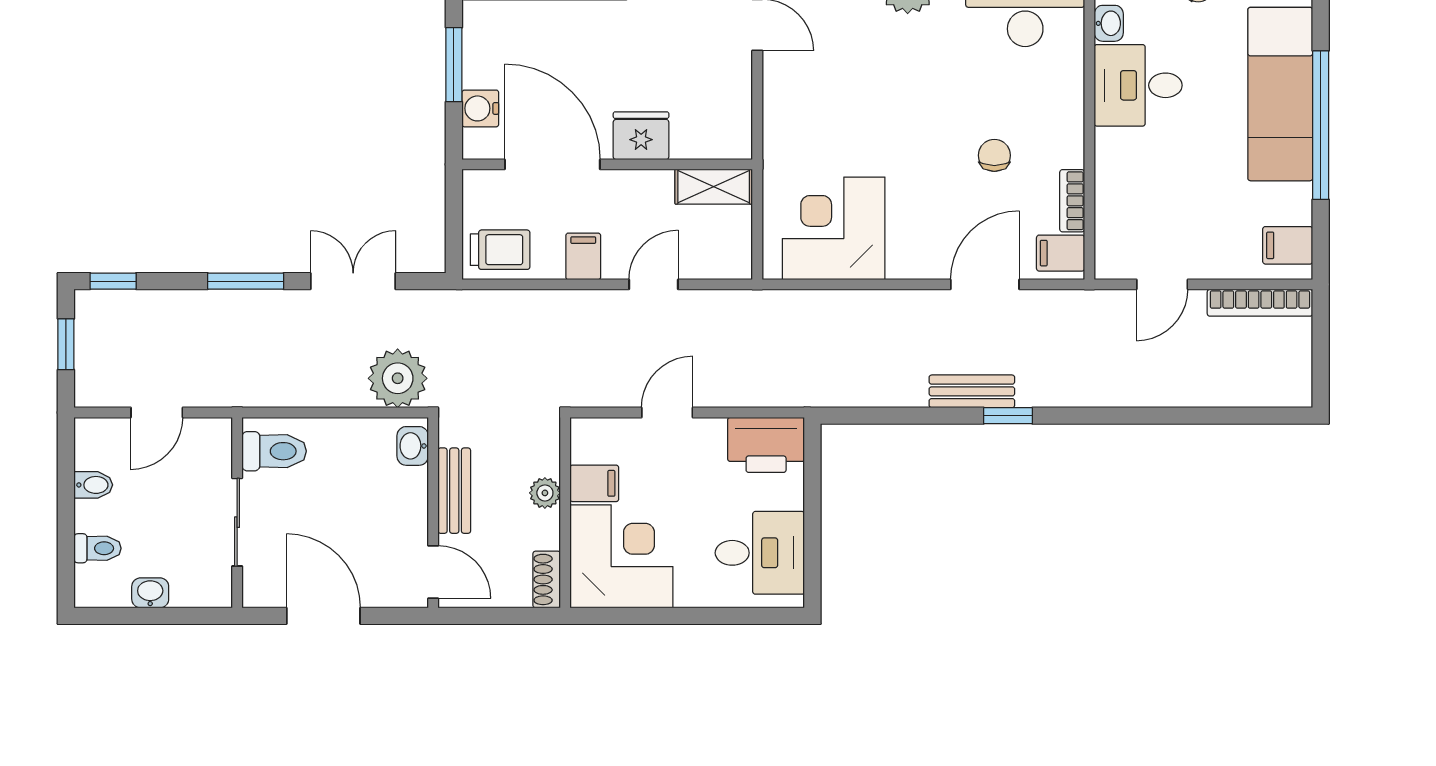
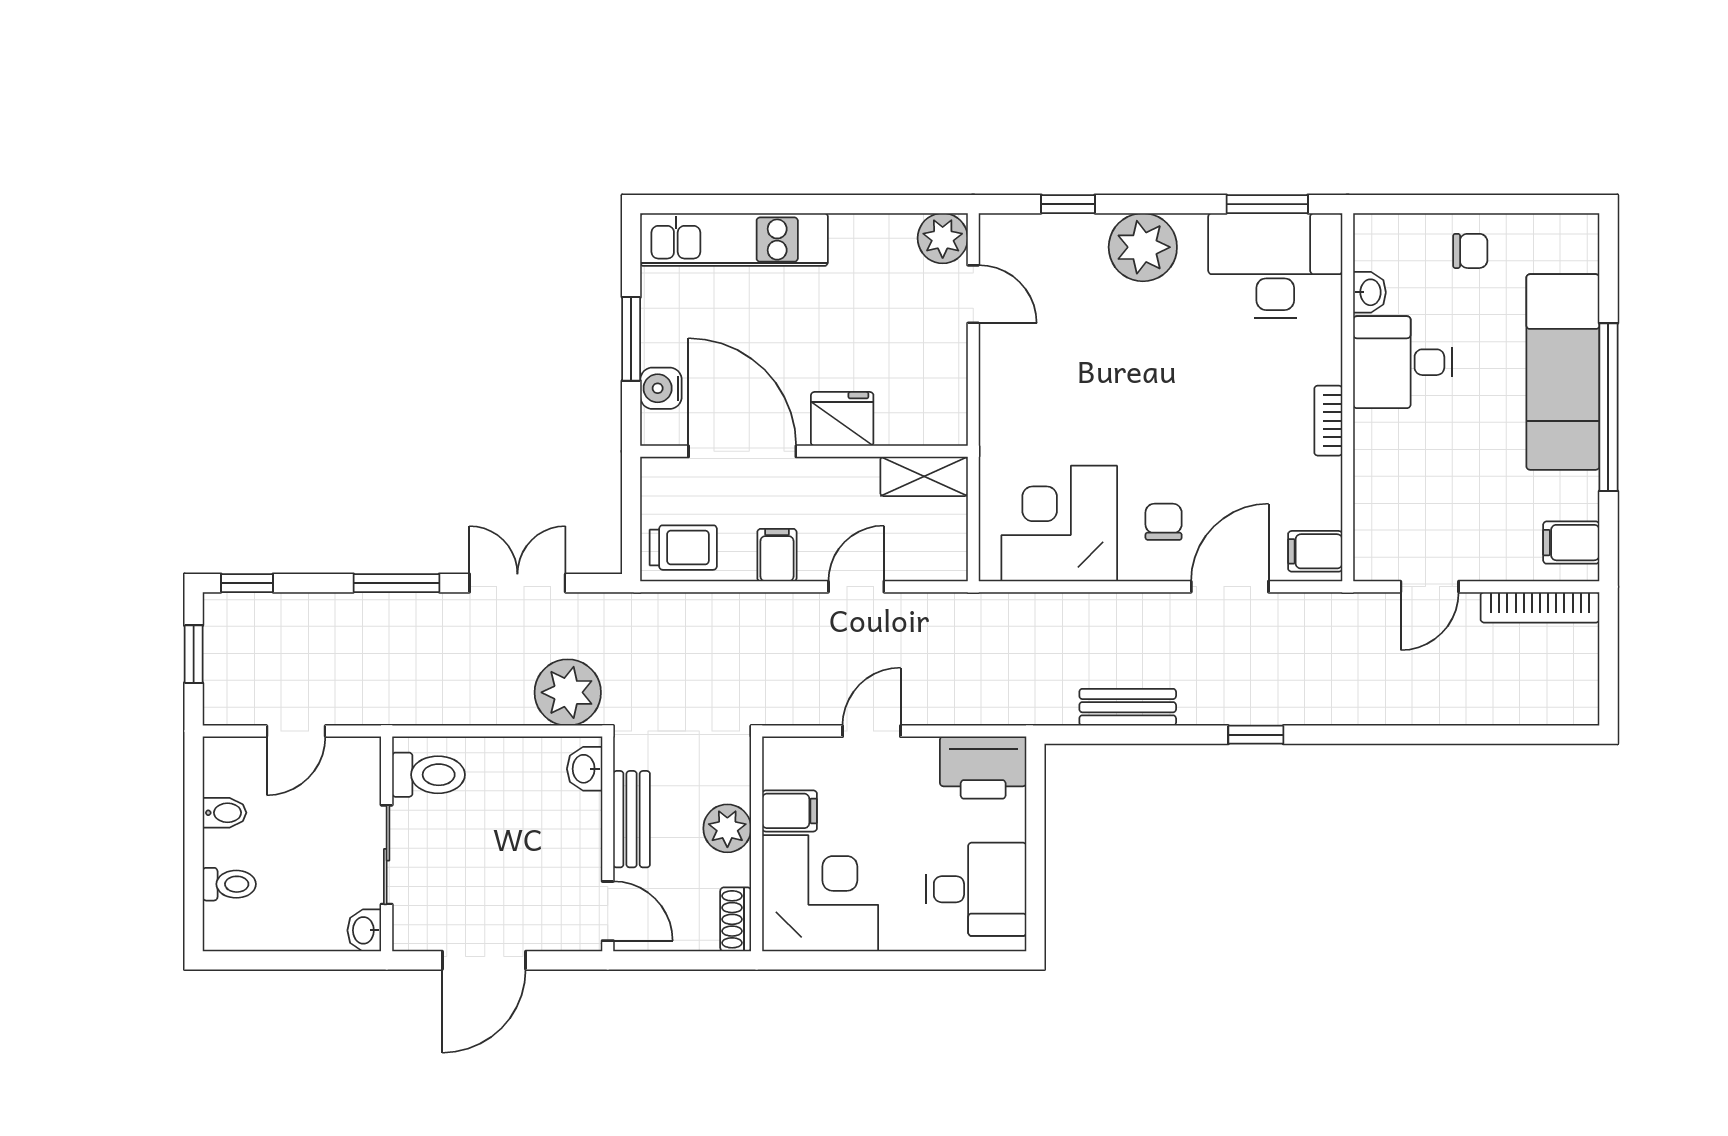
chair: (994, 155) -> (1164, 522), moved
bookcase: (1072, 201) -> (1328, 421), moved
bench: (972, 391) -> (1128, 707), moved
plant: (545, 493) -> (727, 828), width x1.38, depth x1.38
washbasin: (150, 593) -> (364, 930), moved, turned -90
door: (323, 616) -> (484, 960), swing flipped

